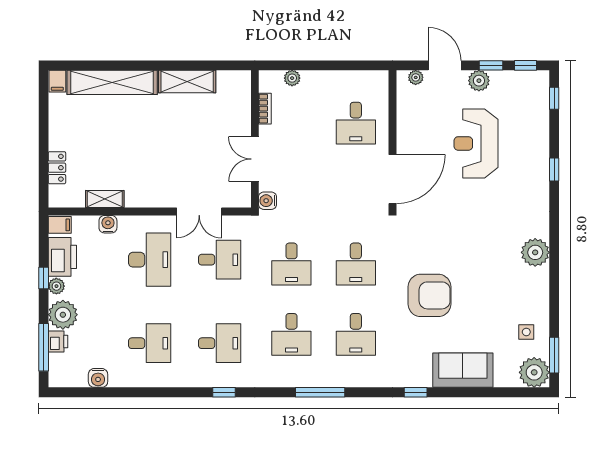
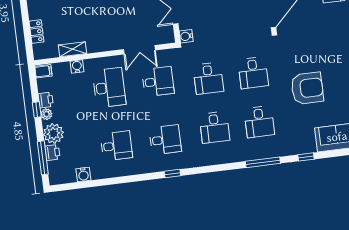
printer: (62, 257) -> (46, 100), width x0.53, depth x0.68
window: (320, 392) -> (263, 162), moved

